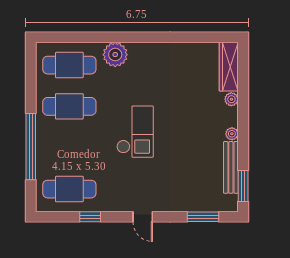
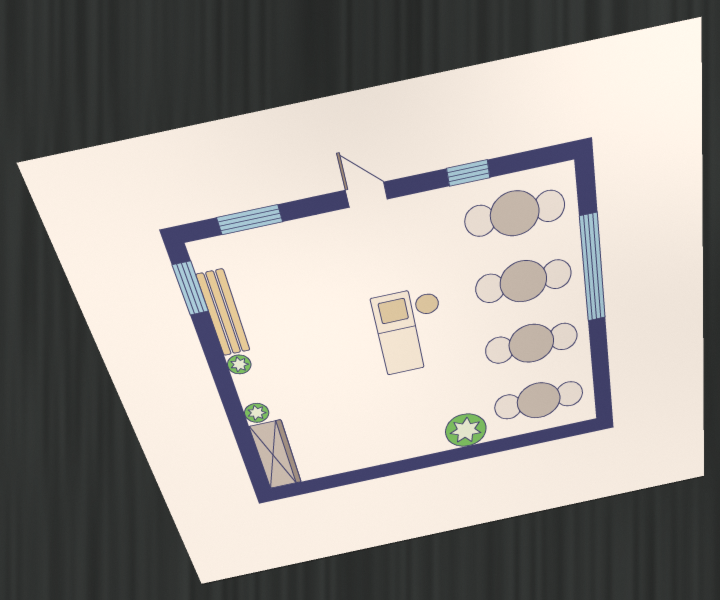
cafe table: (69, 148) -> (523, 281), added

